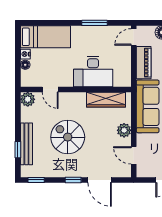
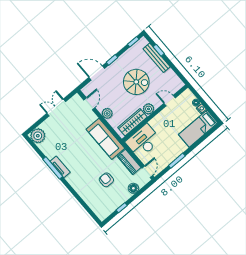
desk: (93, 71) -> (143, 141), moved
plant: (28, 99) -> (149, 109), moved
door: (134, 155) -> (89, 104), hinge flipped

